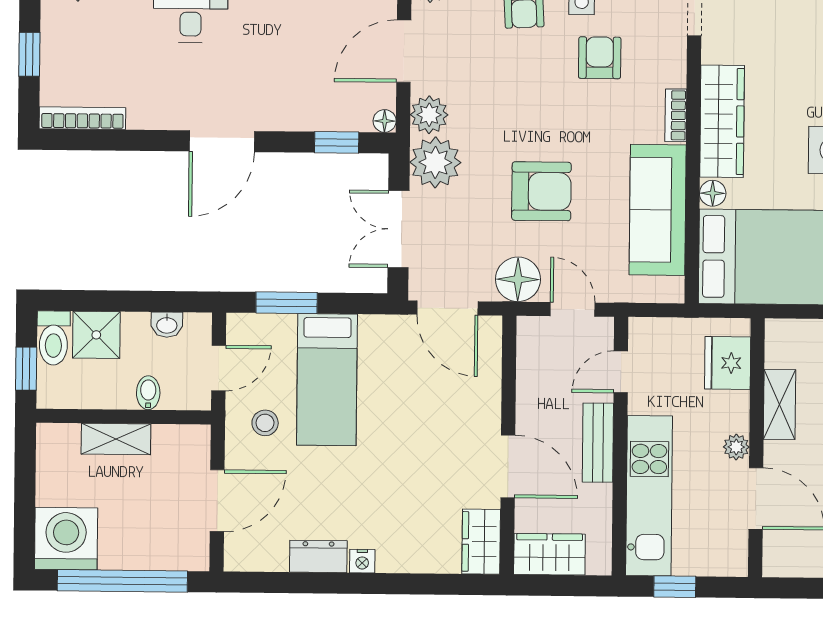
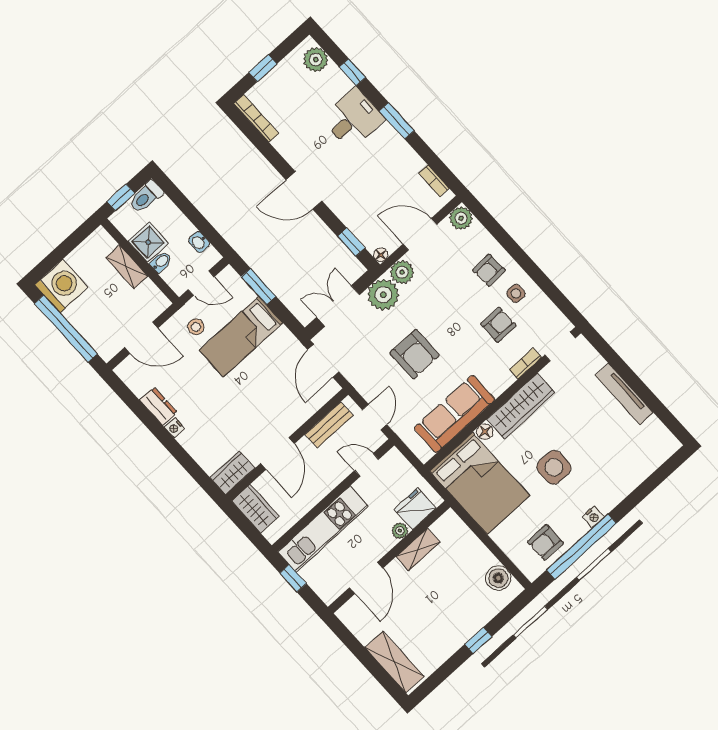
bookcase: (676, 115) -> (526, 363), moved
floor lamp: (518, 279) -> (365, 380), removed
shower: (96, 335) -> (148, 242), moved
bench: (598, 443) -> (329, 425), moved
plant: (736, 447) -> (400, 531), moved

